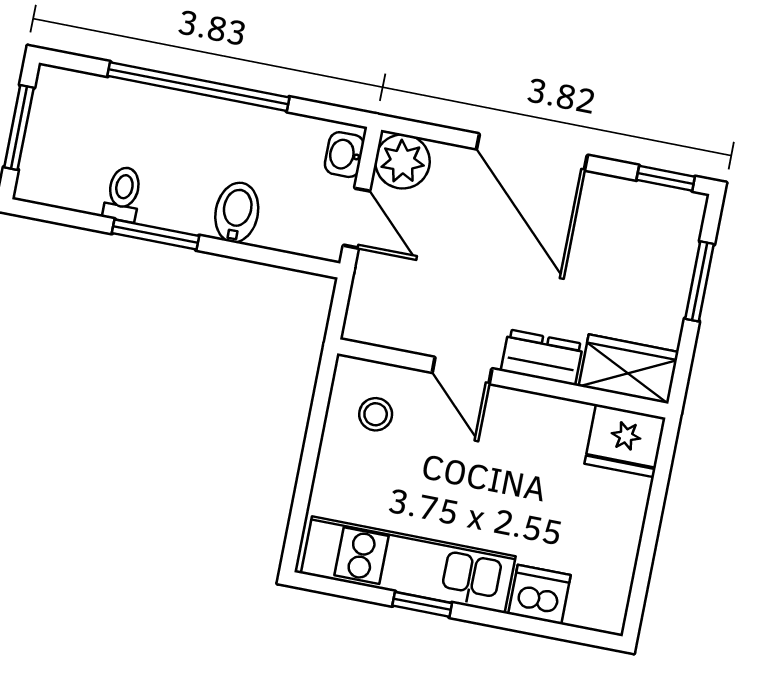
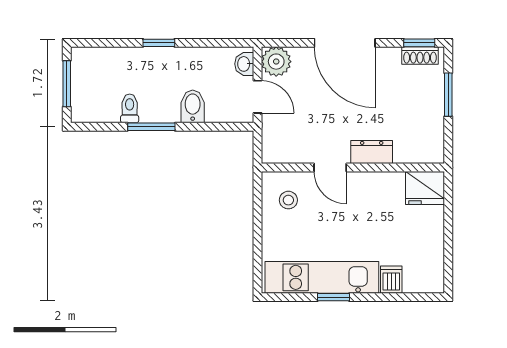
window: (198, 87) -> (159, 43), width x0.32
shoe rack: (663, 201) -> (420, 56), added
wardrobe: (629, 369) -> (419, 149), removed
dishwasher: (539, 595) -> (391, 280), width x0.73

